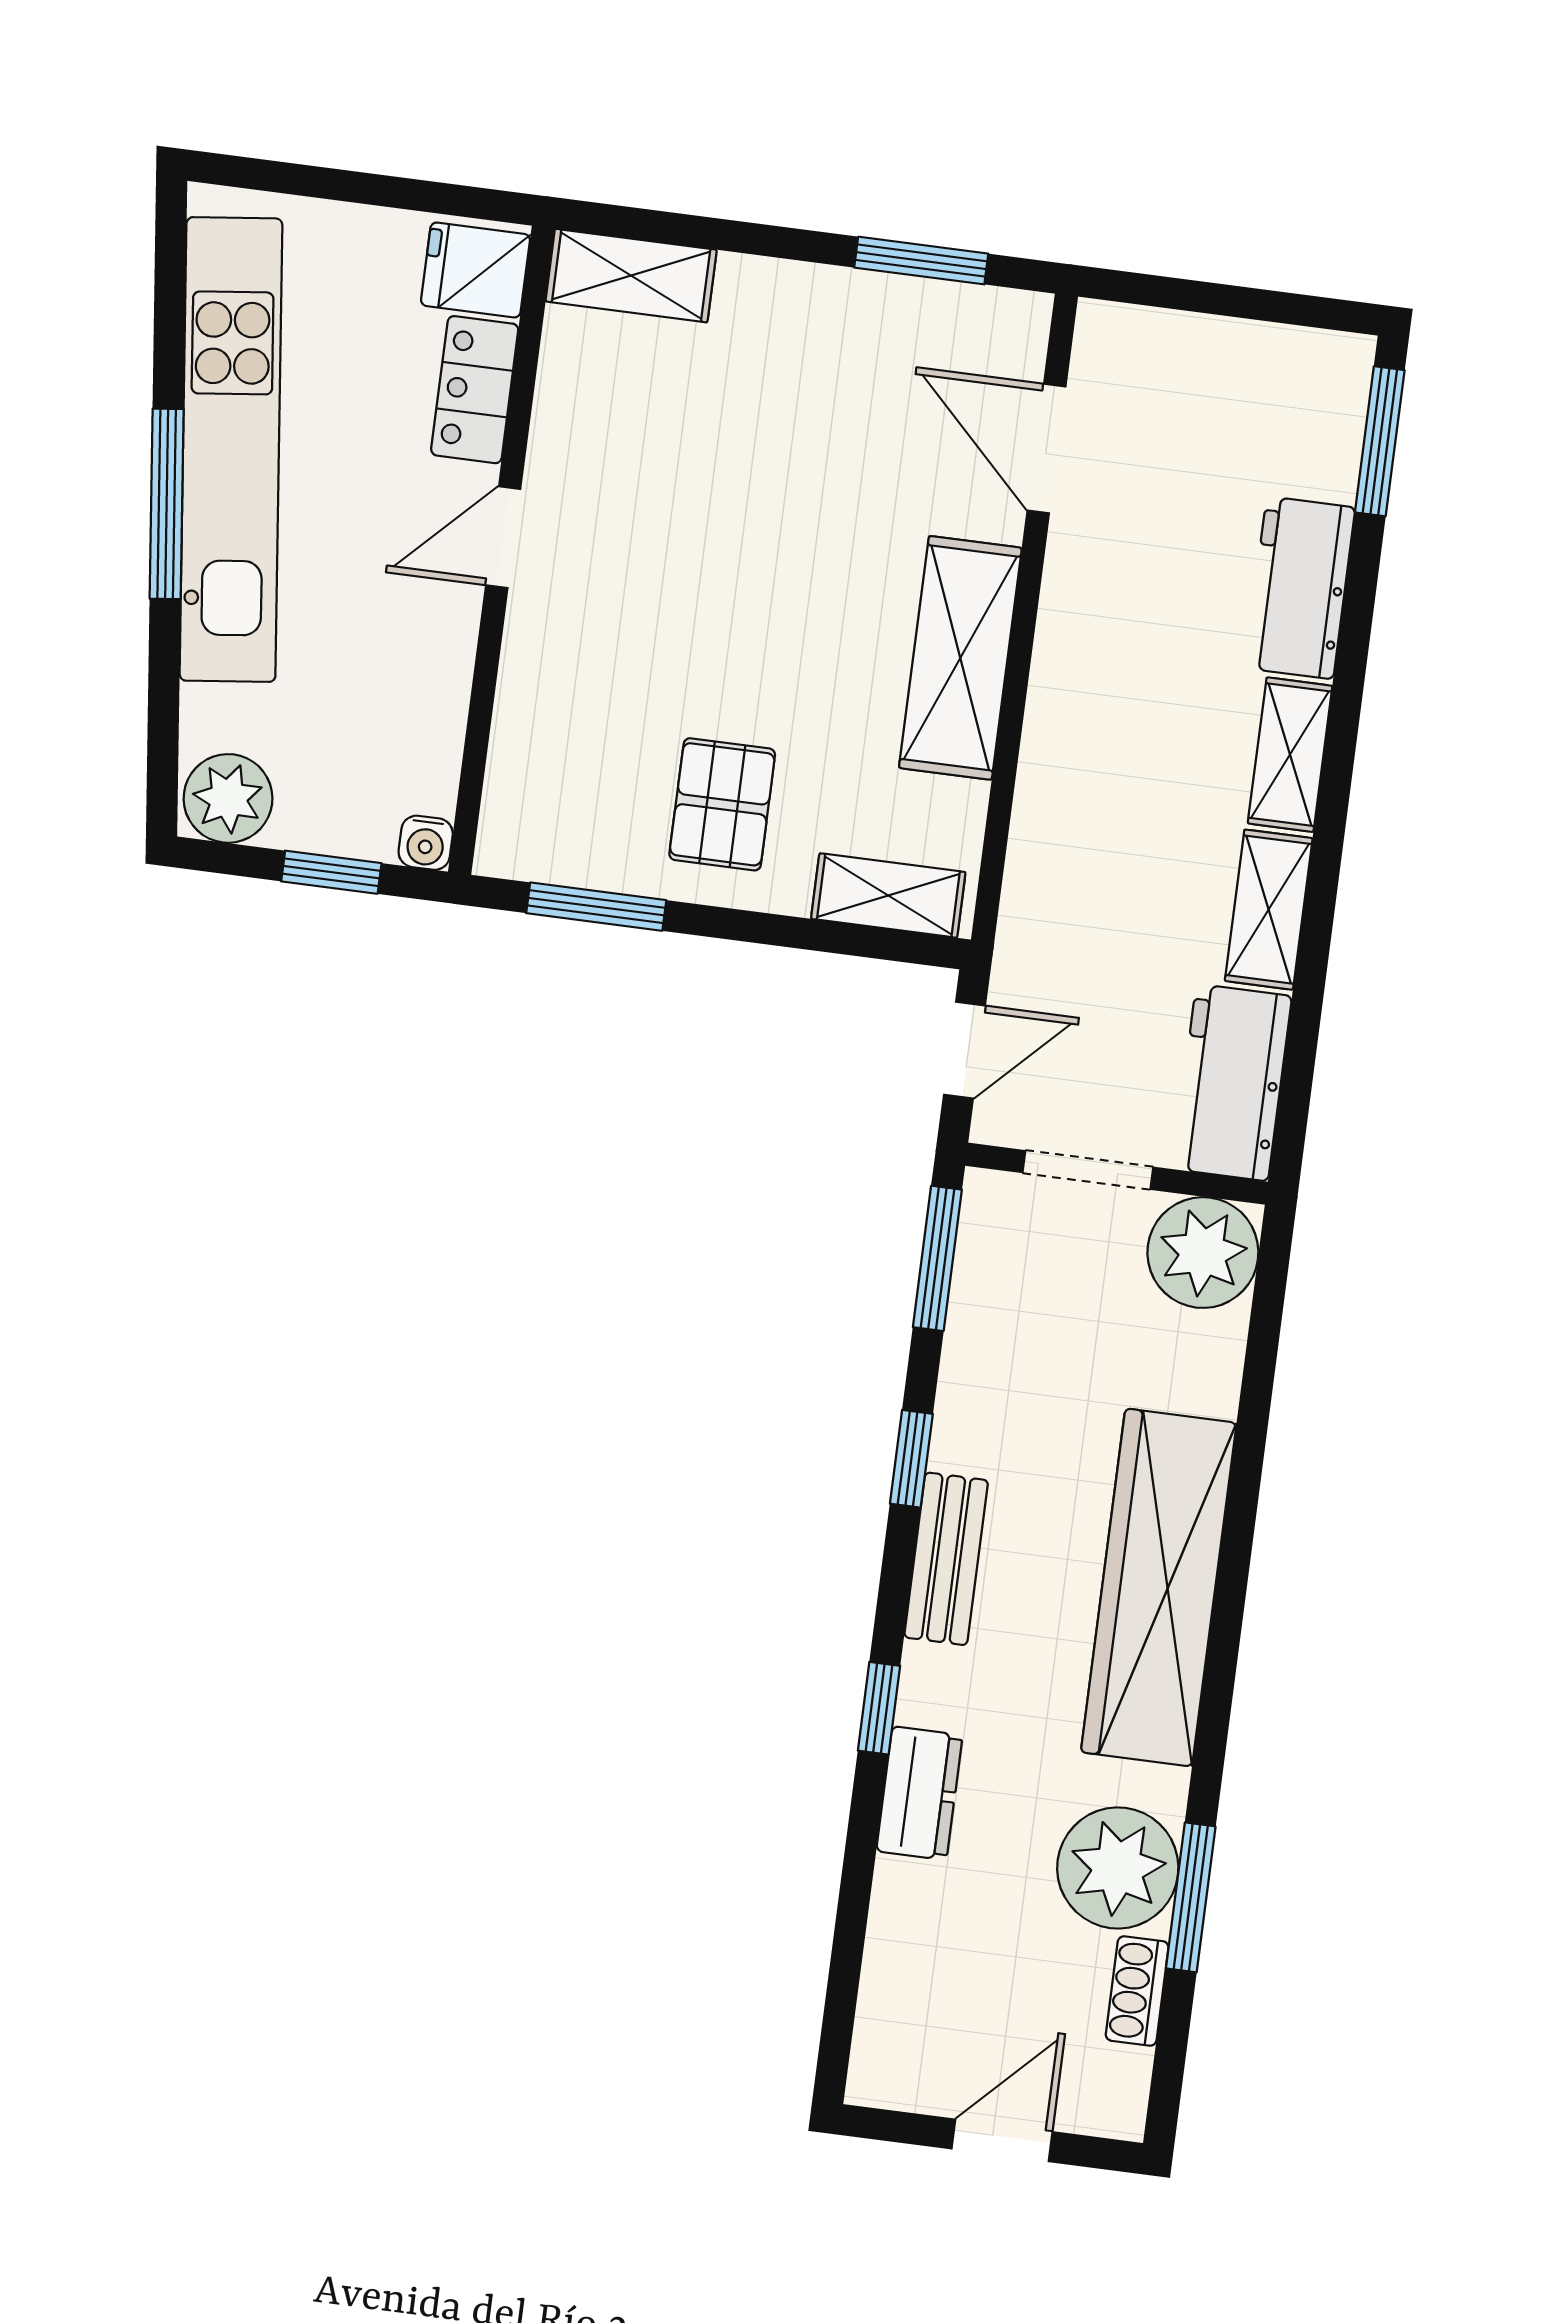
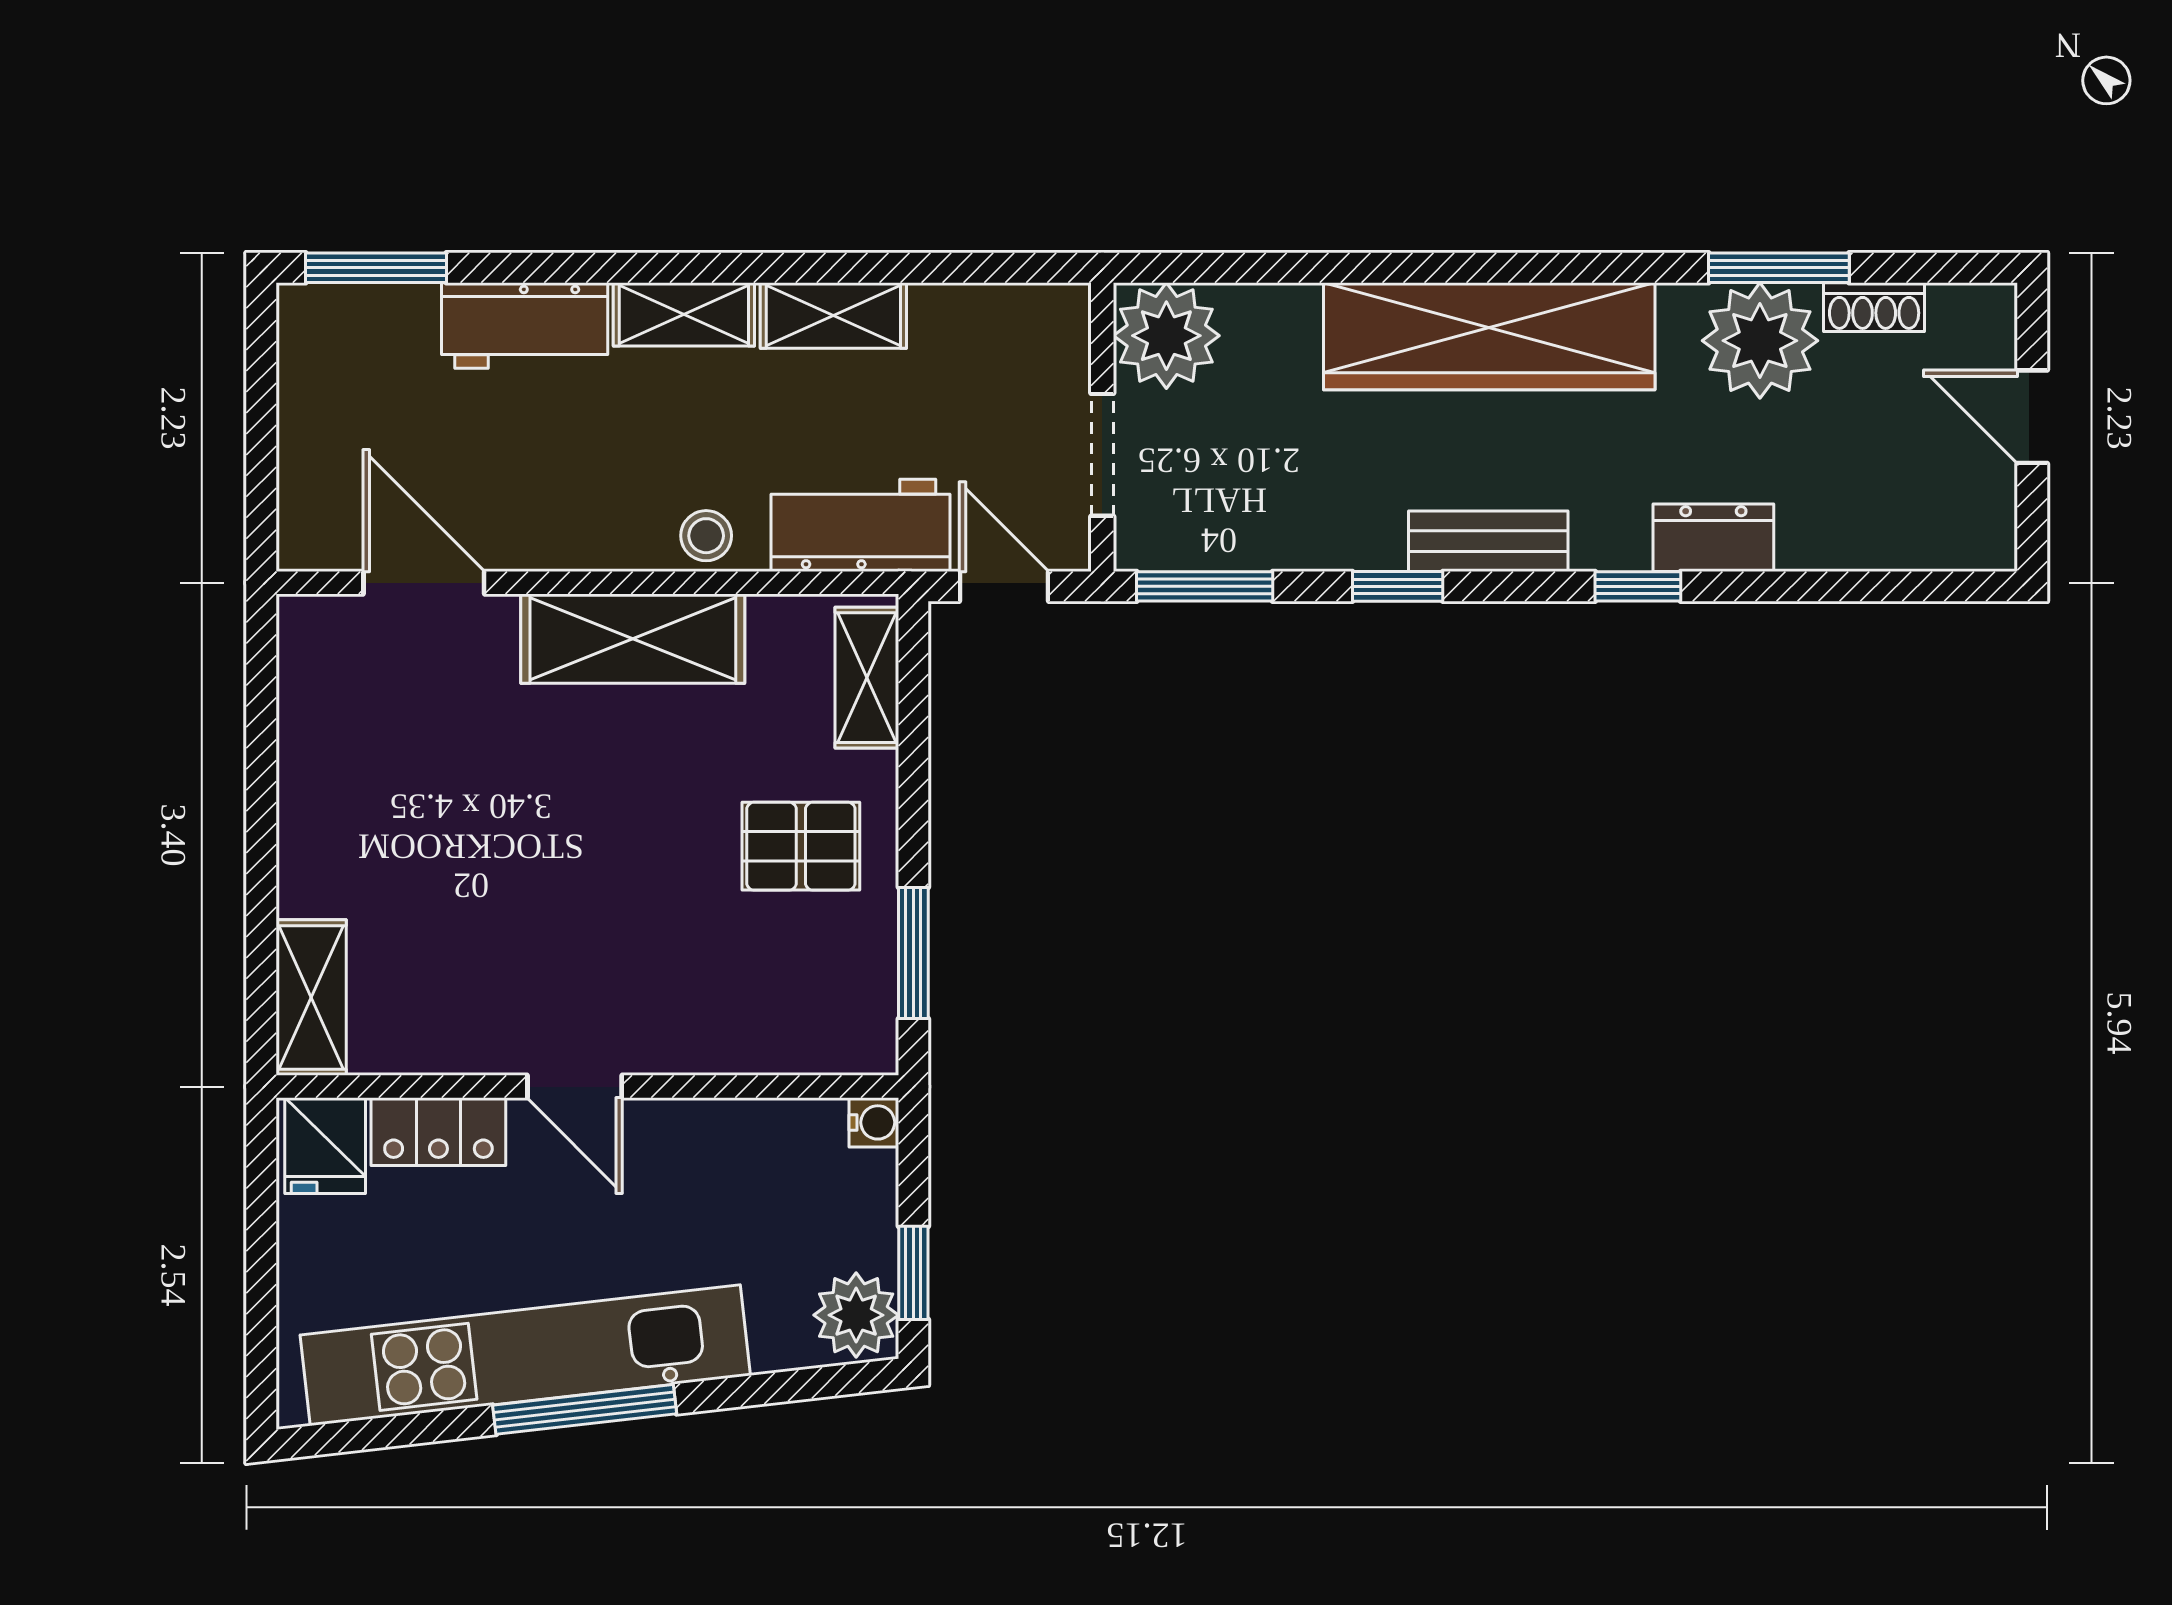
window: (921, 261) -> (261, 725), removed
door: (1047, 449) -> (424, 583), swing flipped
stool: (1057, 748) -> (706, 536), added
window: (331, 872) -> (913, 1273), moved
workbench: (1232, 1083) -> (861, 525), moved, turned 180

